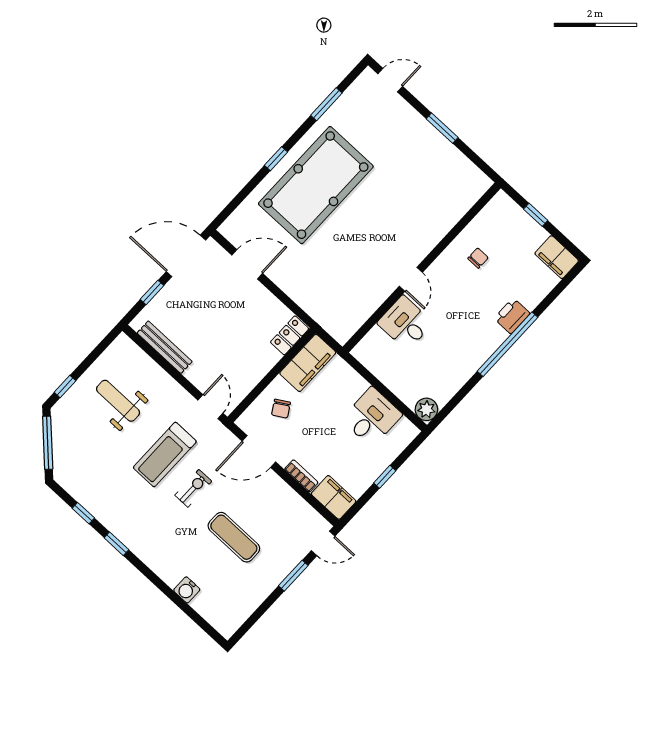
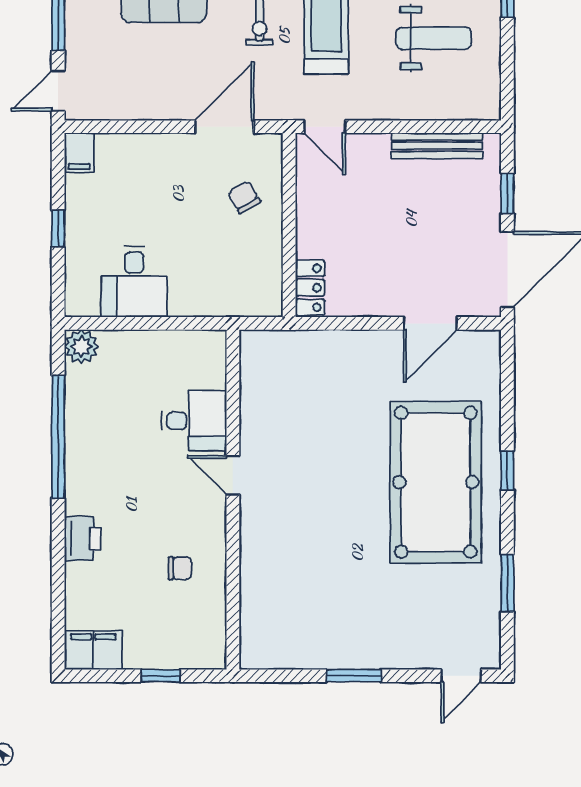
chair: (478, 258) -> (180, 568), turned -90
window: (508, 344) -> (58, 437), moved
filing cabinet: (308, 363) -> (261, 276), removed
bookcase: (301, 476) -> (152, 143), removed
filing cabinet: (334, 497) -> (79, 153), width x0.50

